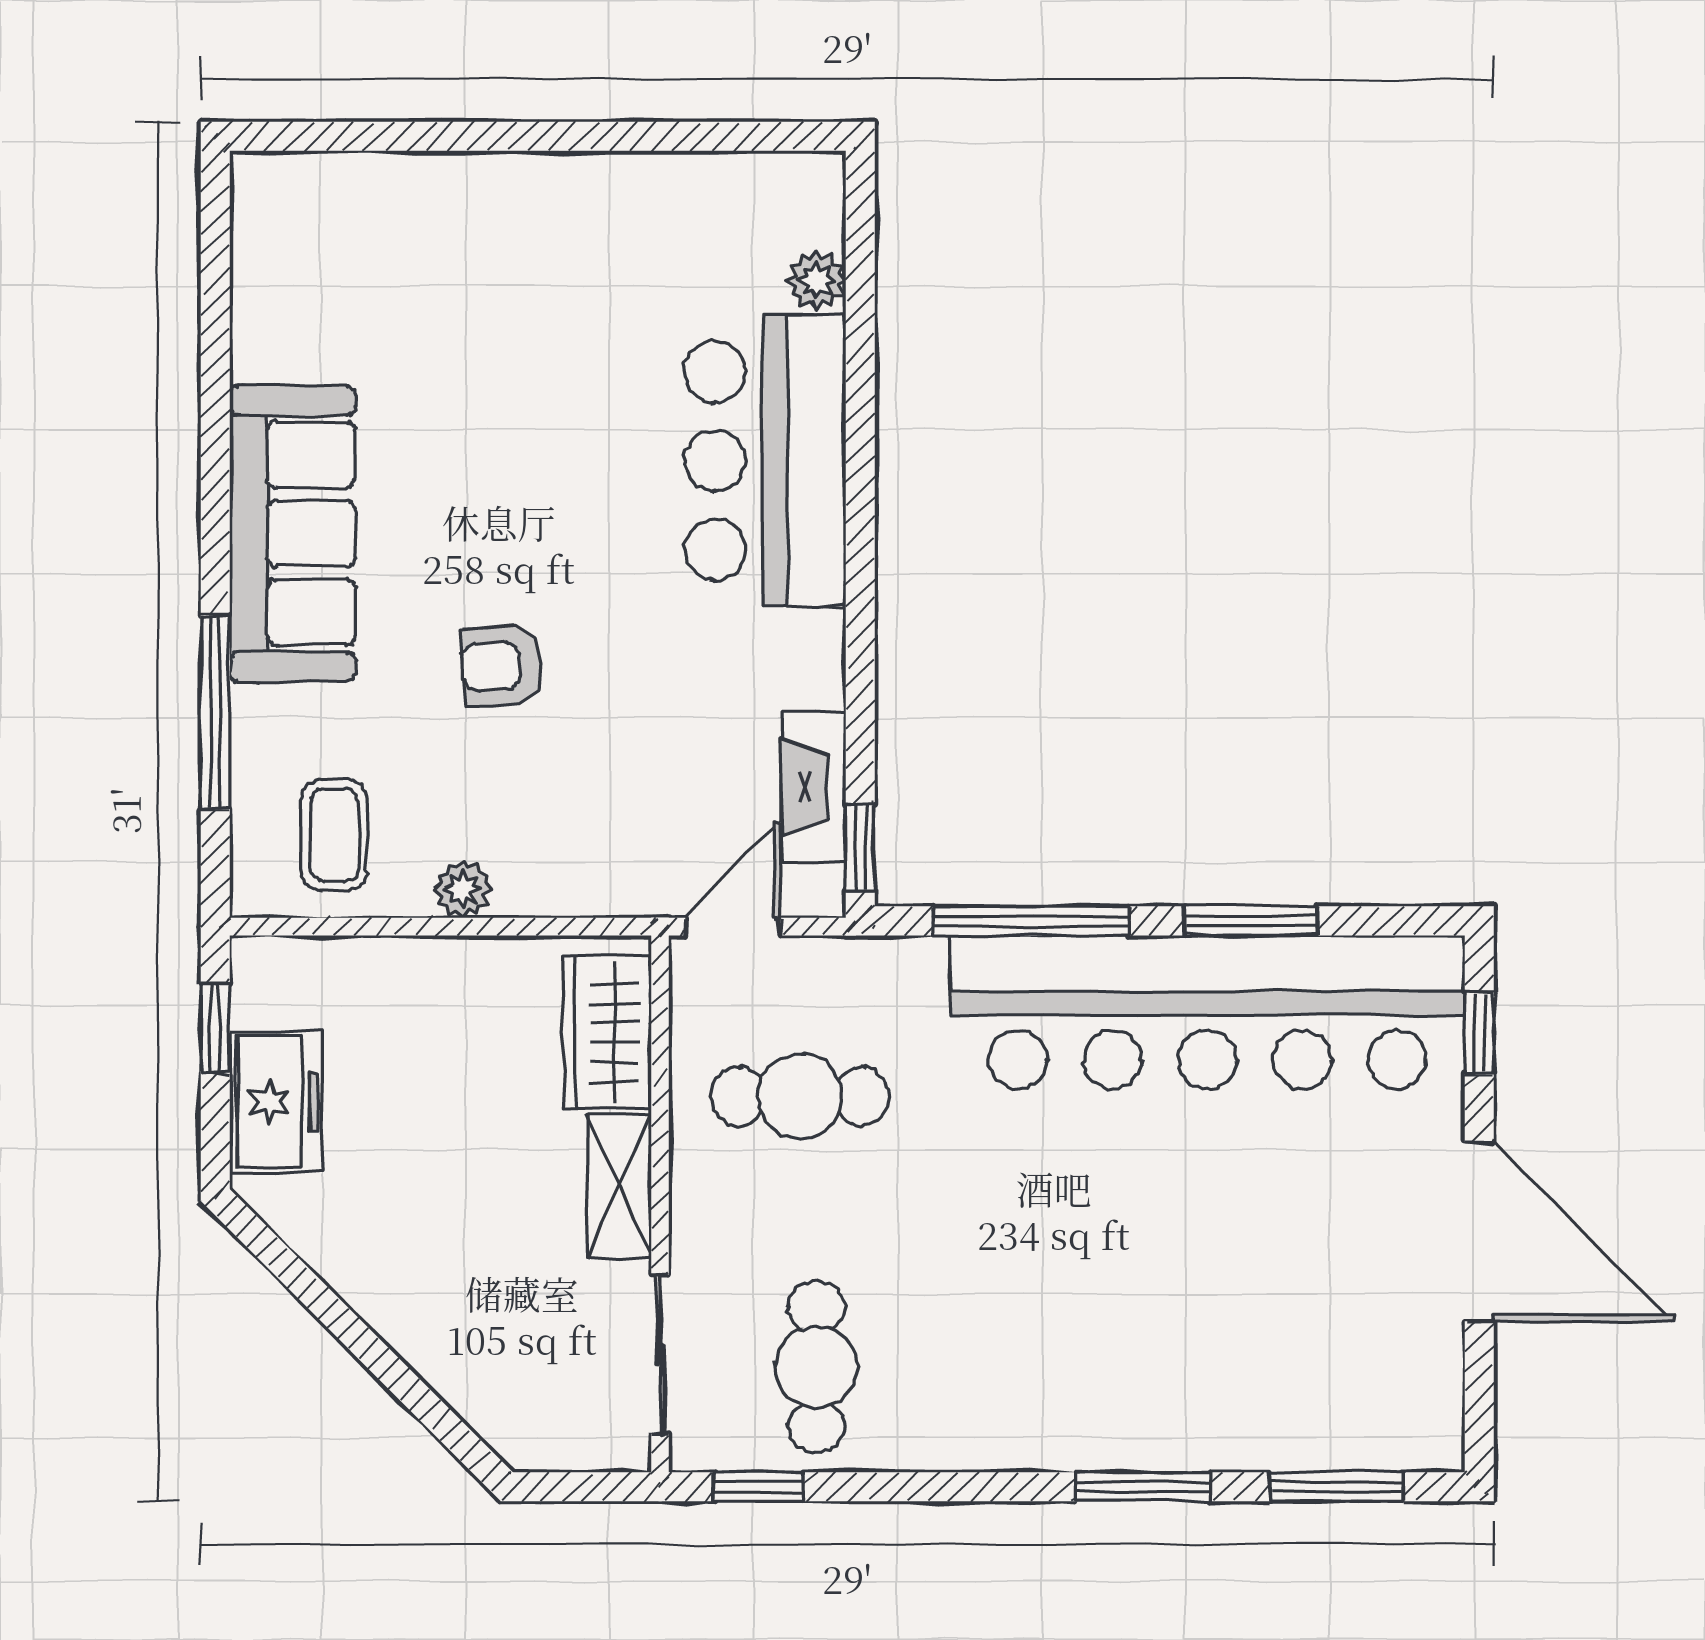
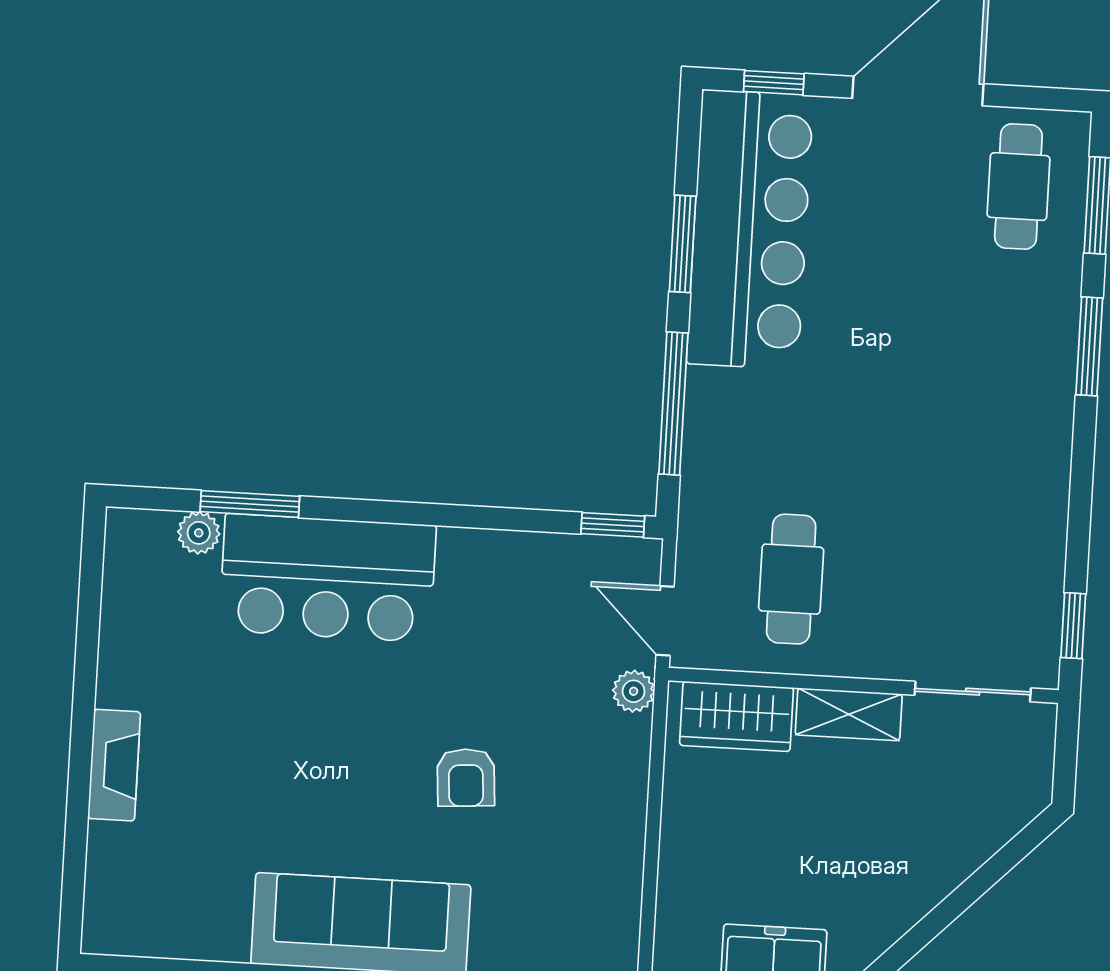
window: (860, 348) -> (250, 504), added
fireplace: (814, 787) -> (114, 765), moved, turned -90
coffee table: (335, 835) -> (582, 906), removed
plant: (463, 889) -> (634, 691), moved
bar counter: (1207, 1012) -> (750, 230), width x0.73
cafe table: (816, 1367) -> (1018, 187), moved, turned 90

